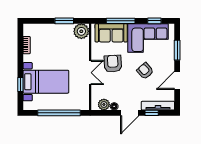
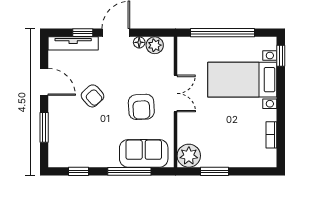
corner sofa: (148, 38) -> (88, 146), removed
double door: (90, 73) -> (176, 93), swing flipped
door: (177, 80) -> (44, 82), hinge flipped
window: (20, 85) -> (281, 56), moved

